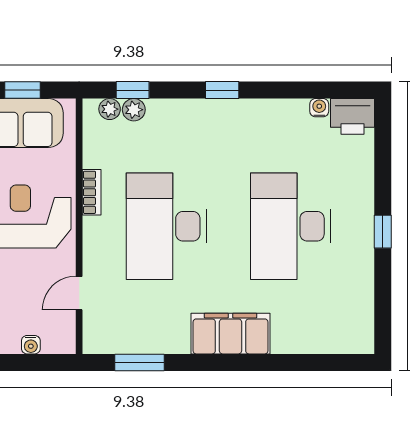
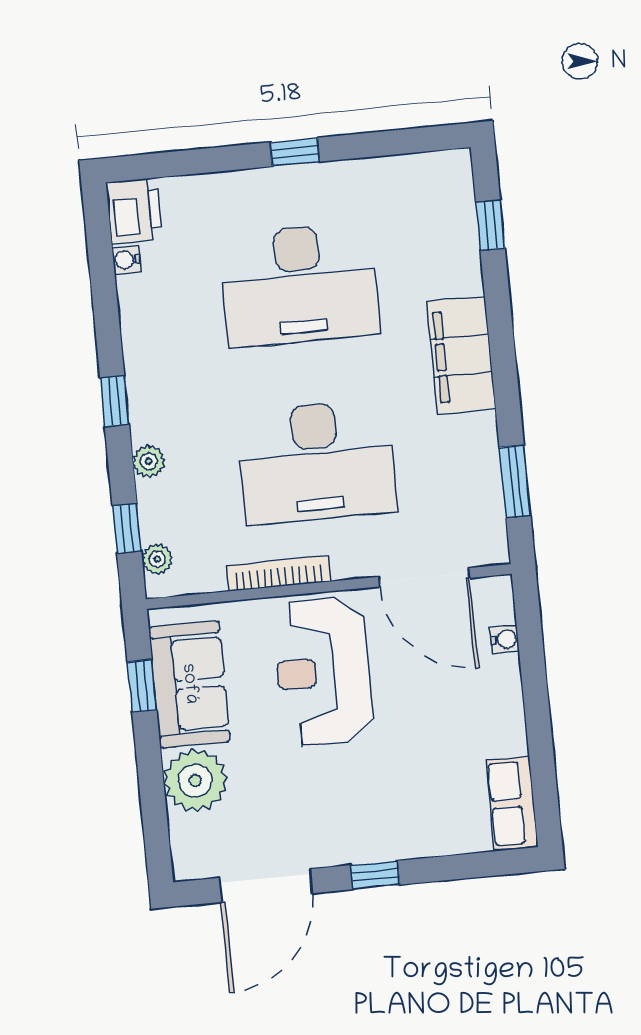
plant: (134, 110) -> (149, 461), moved
bookcase: (92, 192) -> (279, 573), width x1.56
door: (79, 293) -> (424, 577), width x1.87
window: (319, 362) -> (490, 225), added

